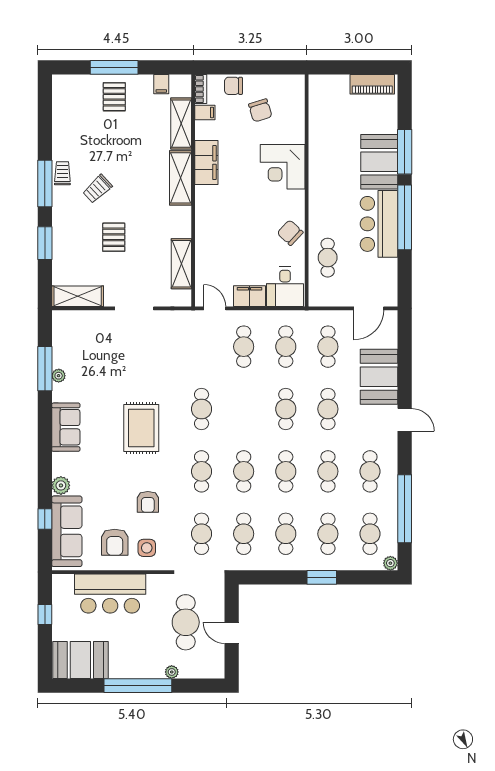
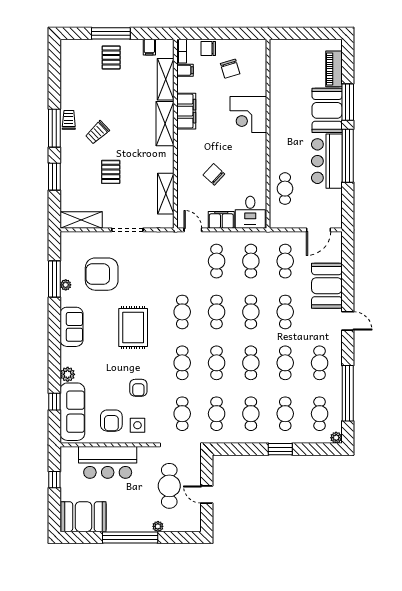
piano: (372, 84) -> (334, 69), moved, turned 90
chair: (290, 233) -> (214, 174), moved
armchair: (103, 362) -> (102, 274), added
cafe table: (244, 409) -> (217, 312), added

